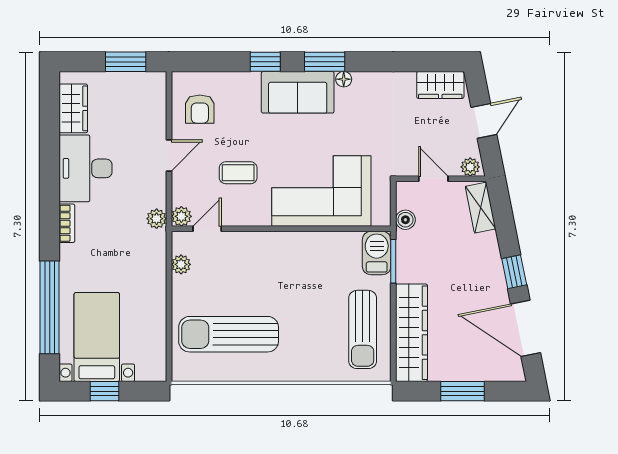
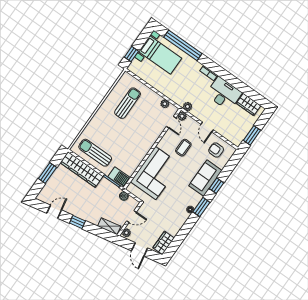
sofa: (298, 92) -> (205, 178), moved
door: (525, 328) -> (54, 212), width x0.53
sun lounger: (229, 334) -> (128, 103), width x0.73, depth x0.75
window: (104, 391) -> (131, 54), moved

